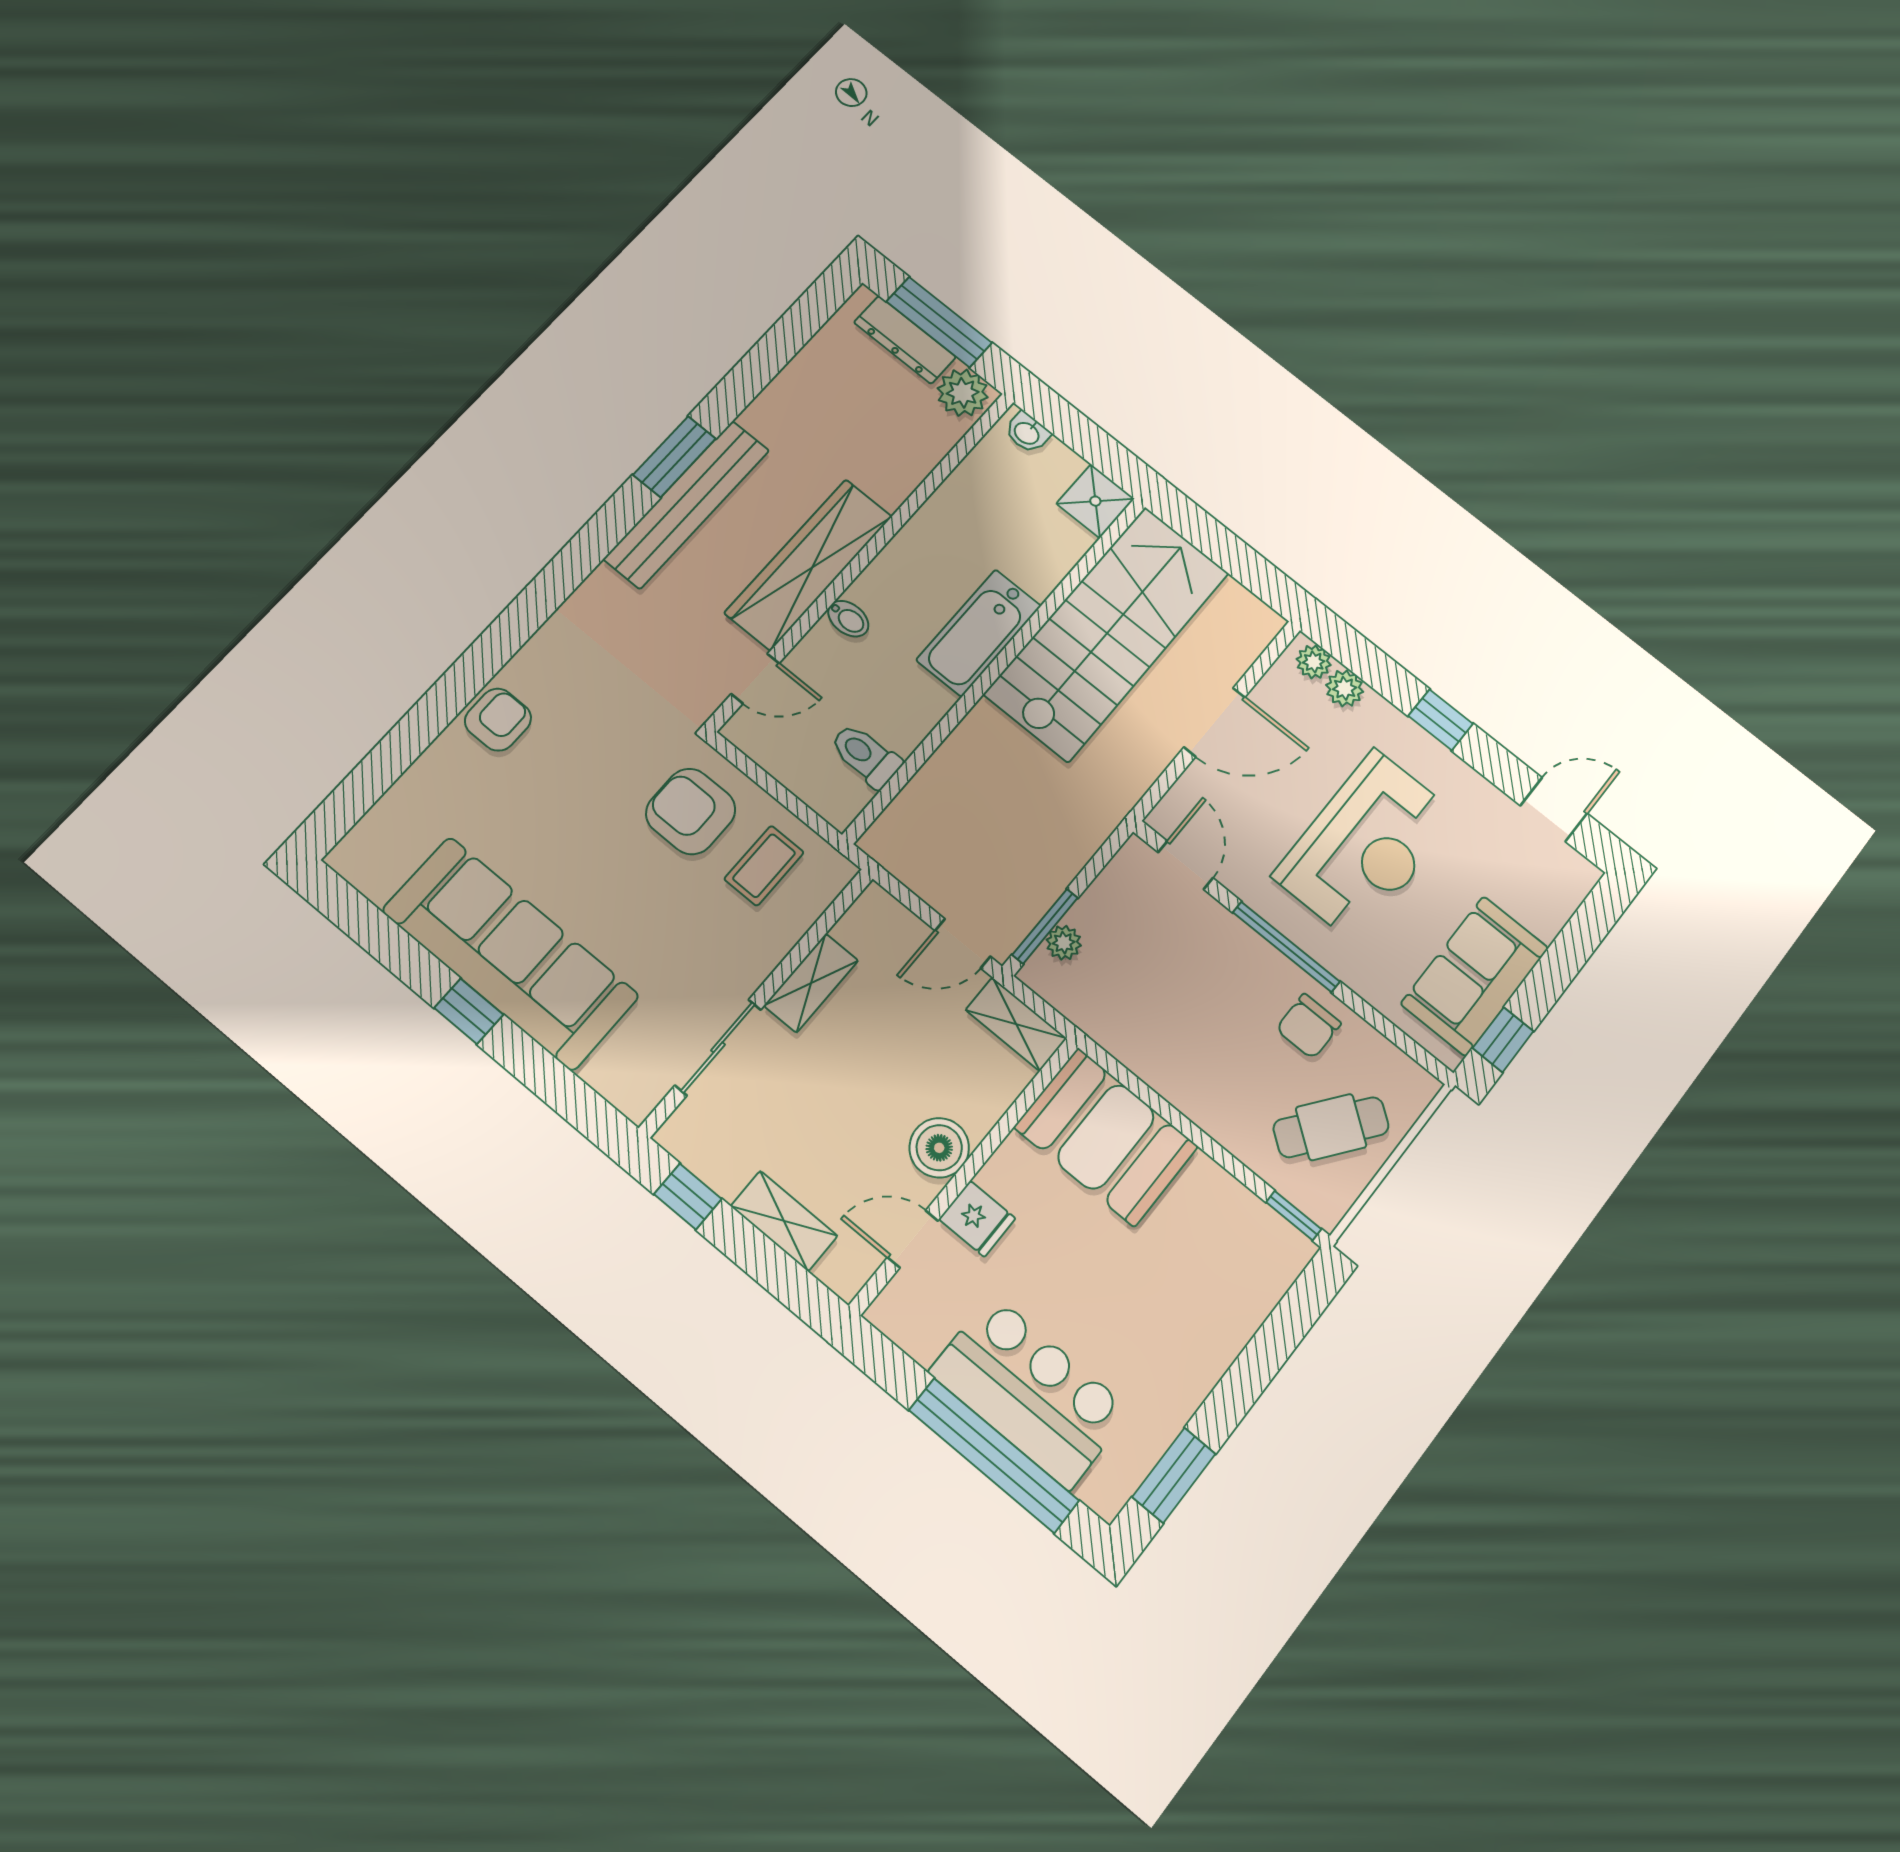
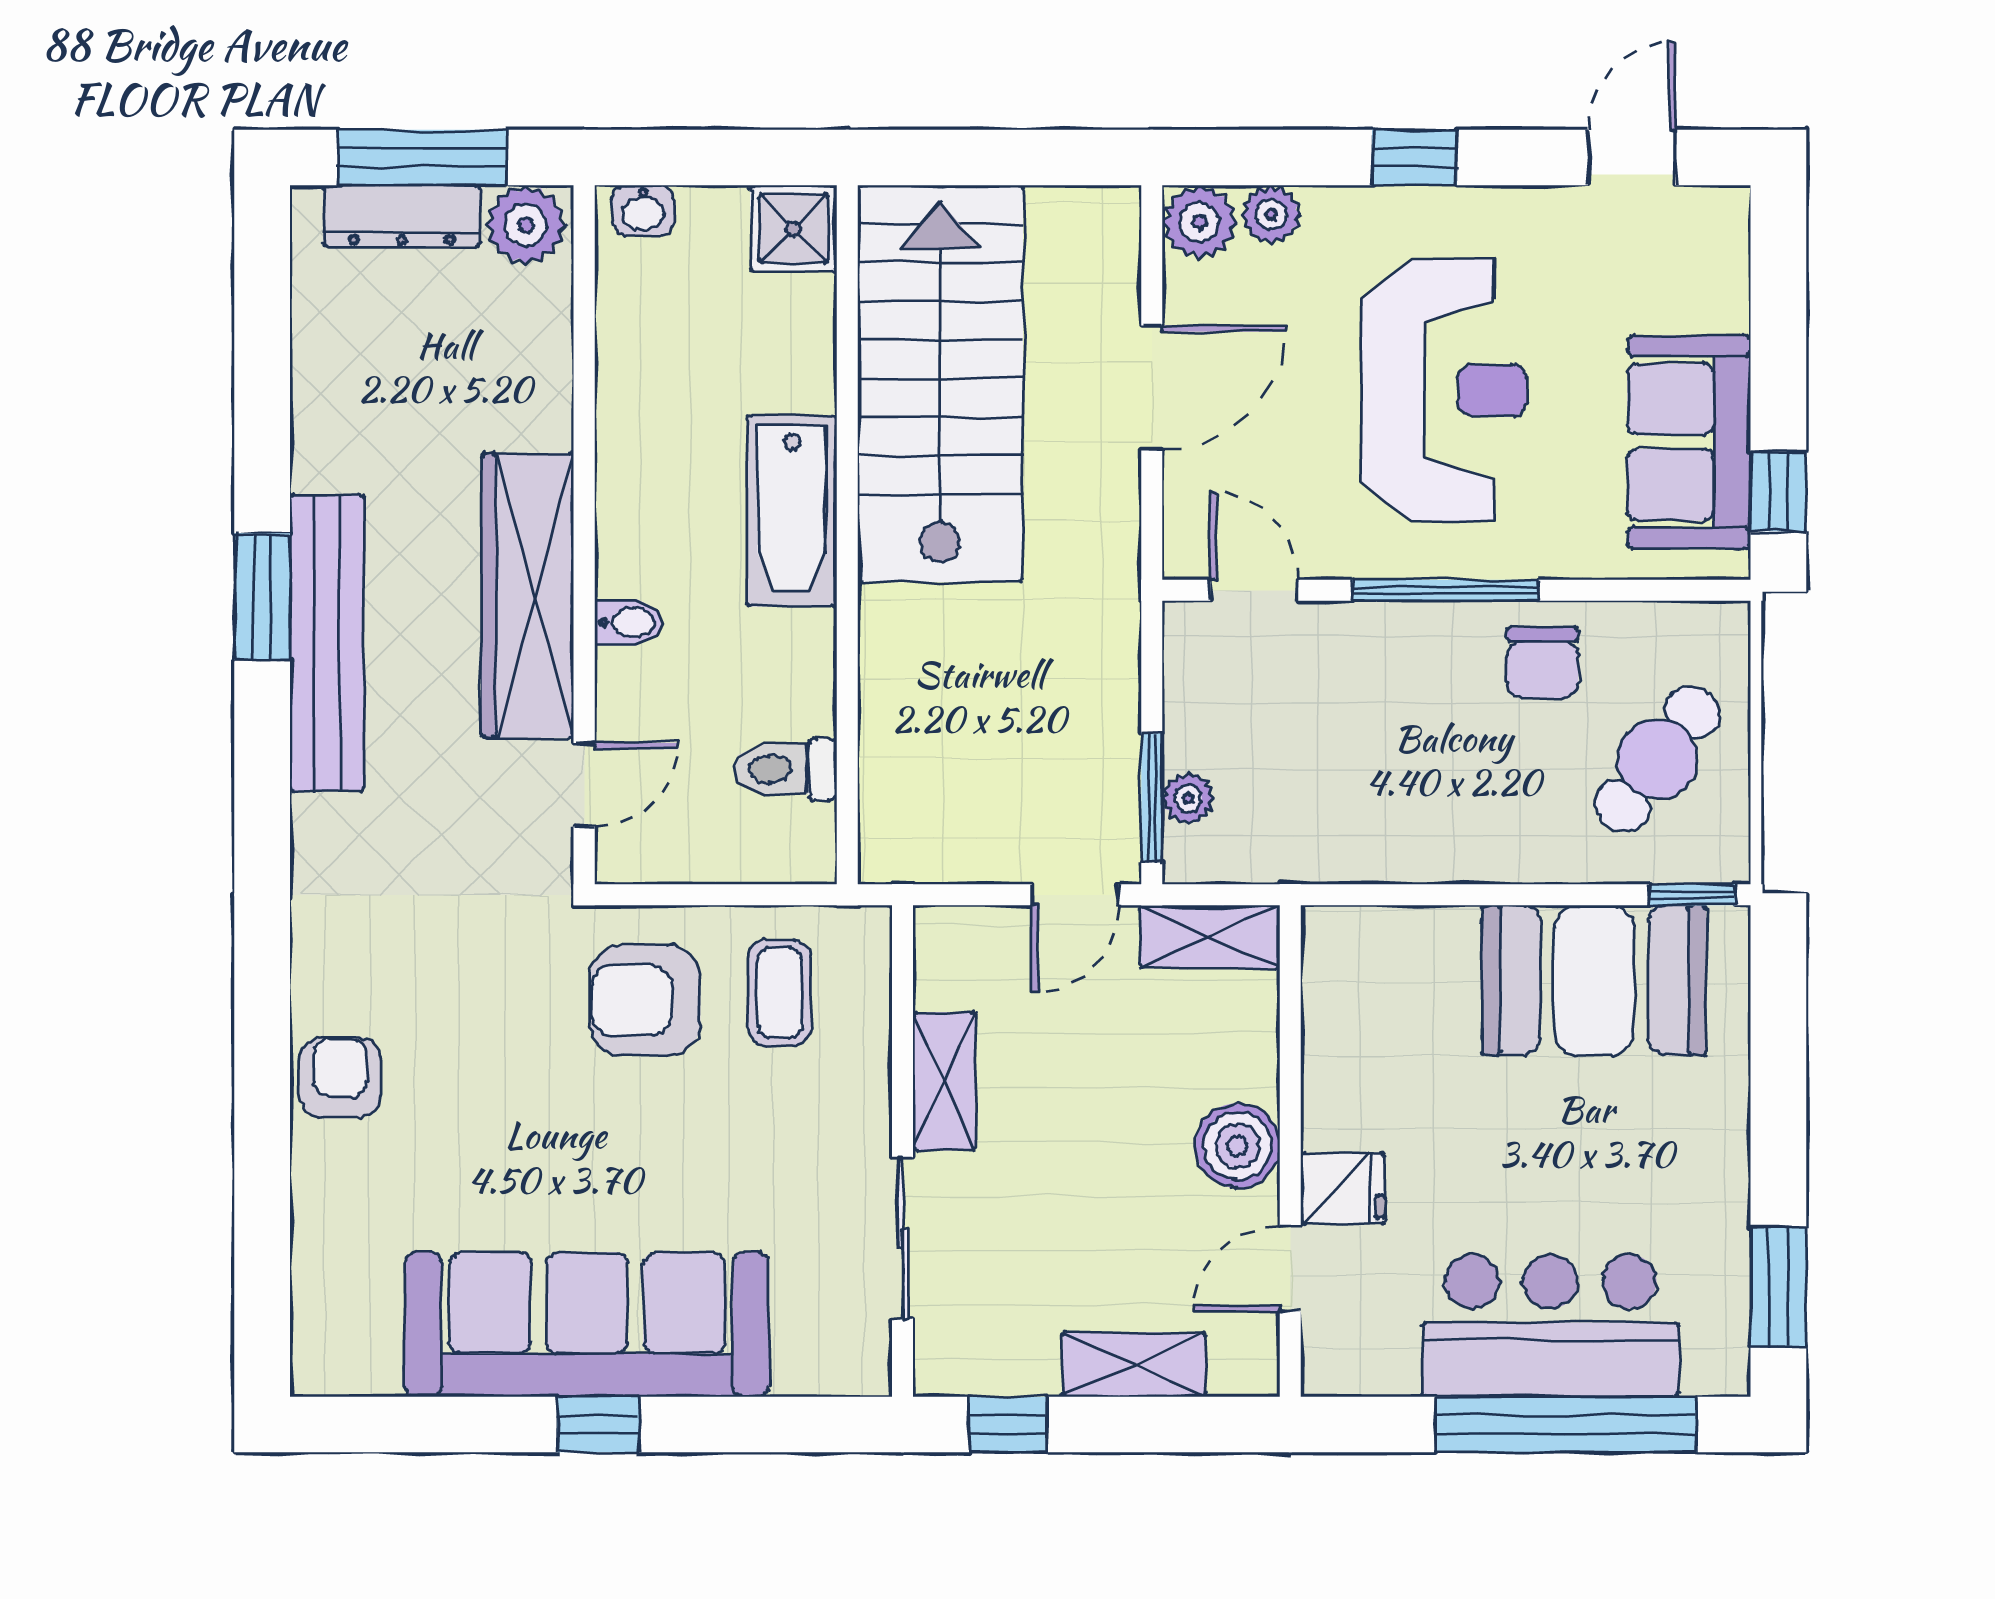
plant: (1314, 662) -> (1199, 222), width x1.38, depth x1.38
booth: (1106, 1137) -> (1594, 980), moved

